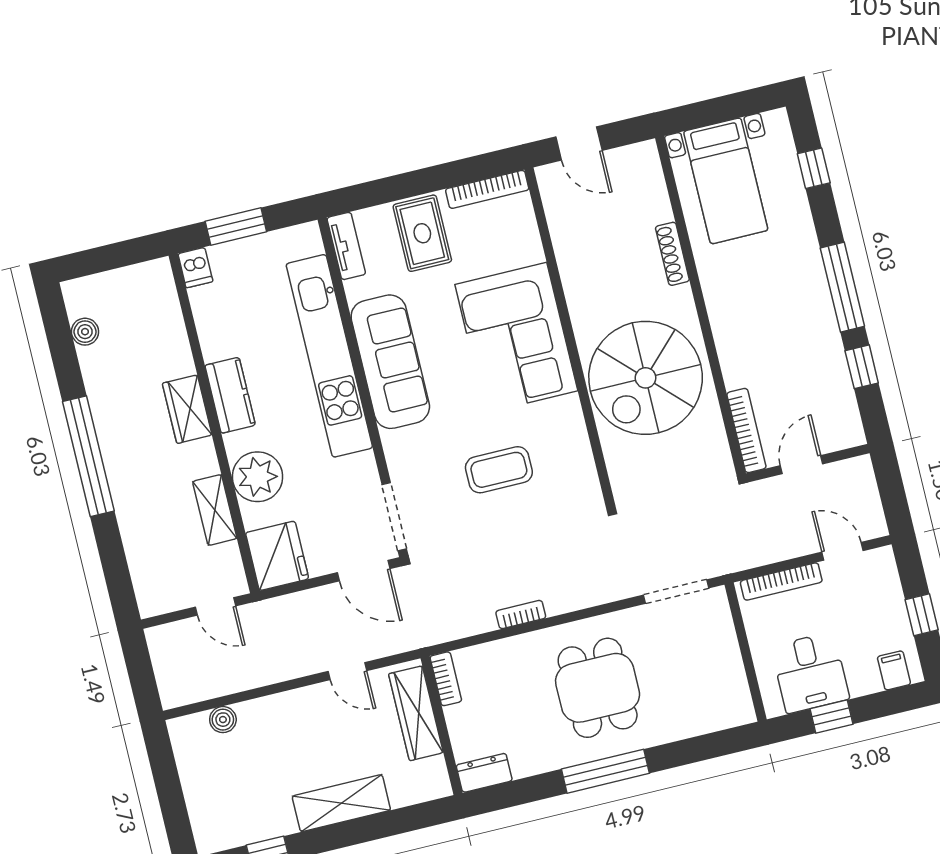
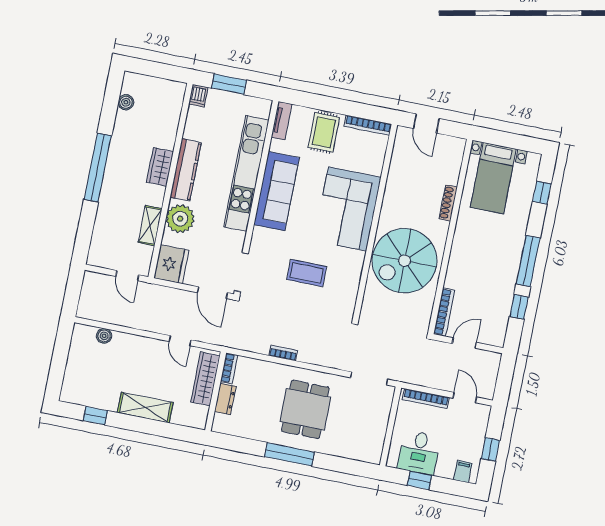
kitchen counter: (230, 395) -> (186, 170), width x1.50
dresser: (484, 773) -> (225, 399), moved, turned 90

